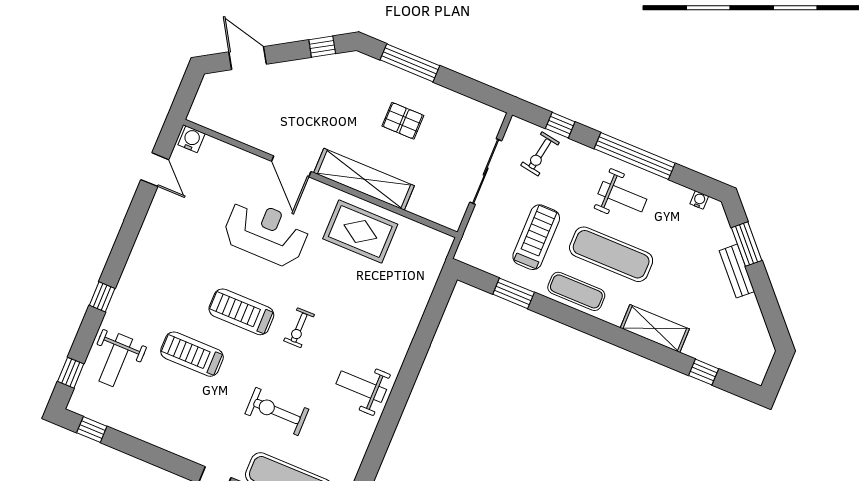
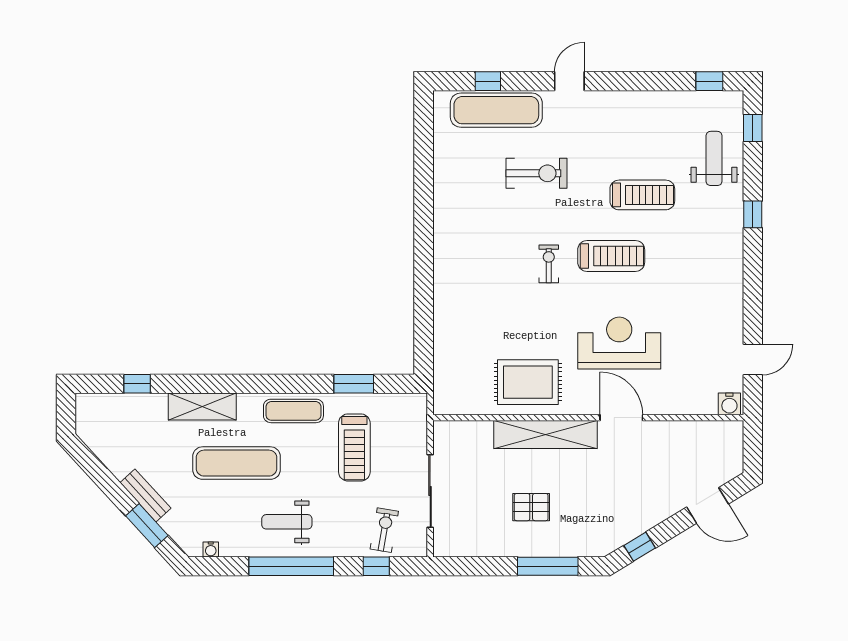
door: (155, 170) -> (753, 360), swing flipped
reception desk: (266, 233) -> (619, 343), turned 180
exercise mat: (611, 254) -> (236, 463), moved
weight bench: (361, 387) -> (465, 231), removed

